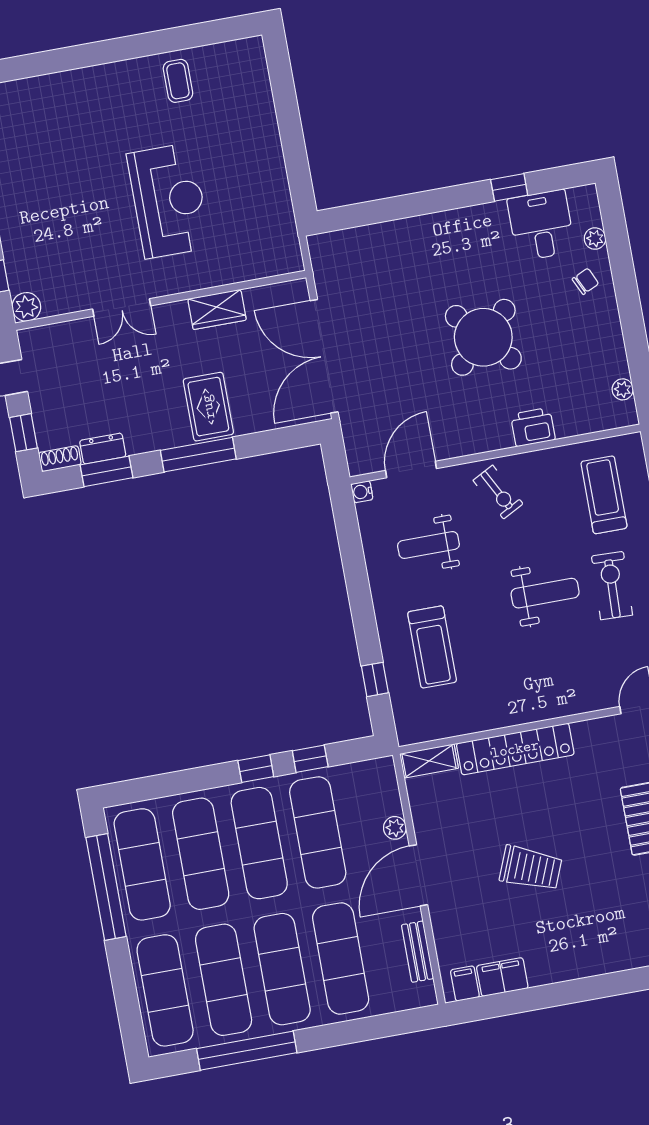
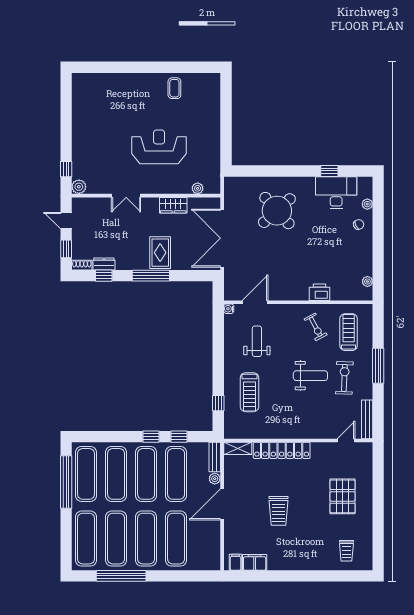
reception desk: (169, 201) -> (159, 147), turned -90
desk: (541, 225) -> (336, 193), width x1.37
plant: (258, 268) -> (198, 188), added
round table: (483, 337) -> (277, 211), moved
window: (107, 471) -> (104, 276), width x0.67
exercise bike: (498, 492) -> (316, 327), moved
weight bench: (428, 545) -> (257, 341), turned 90
trolley: (531, 868) -> (279, 511), turned 68
bench: (417, 952) -> (215, 457), moved

